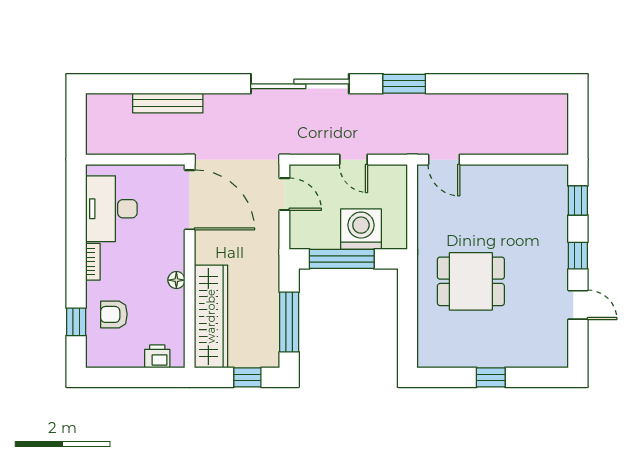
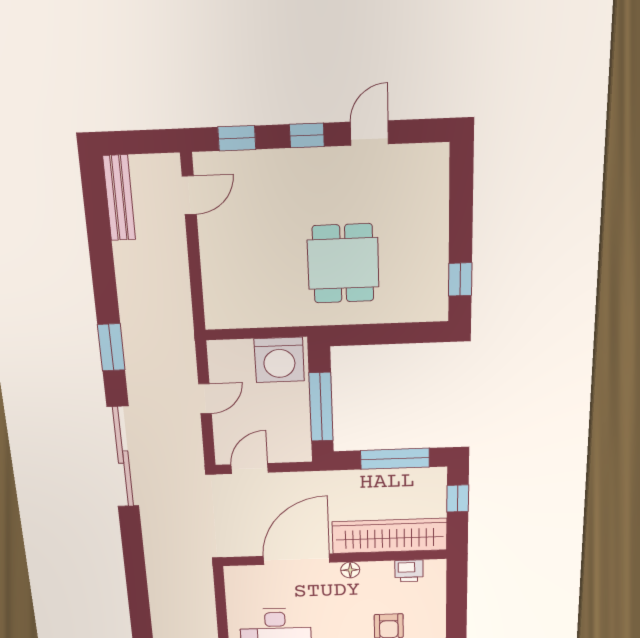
bench: (168, 103) -> (119, 198), moved
door: (444, 160) -> (189, 195), moved
door: (190, 200) -> (297, 559), moved
washing machine: (361, 229) -> (279, 360), moved, turned -90
printer: (157, 356) -> (409, 571), moved, turned -90
window: (491, 377) -> (460, 279), moved

